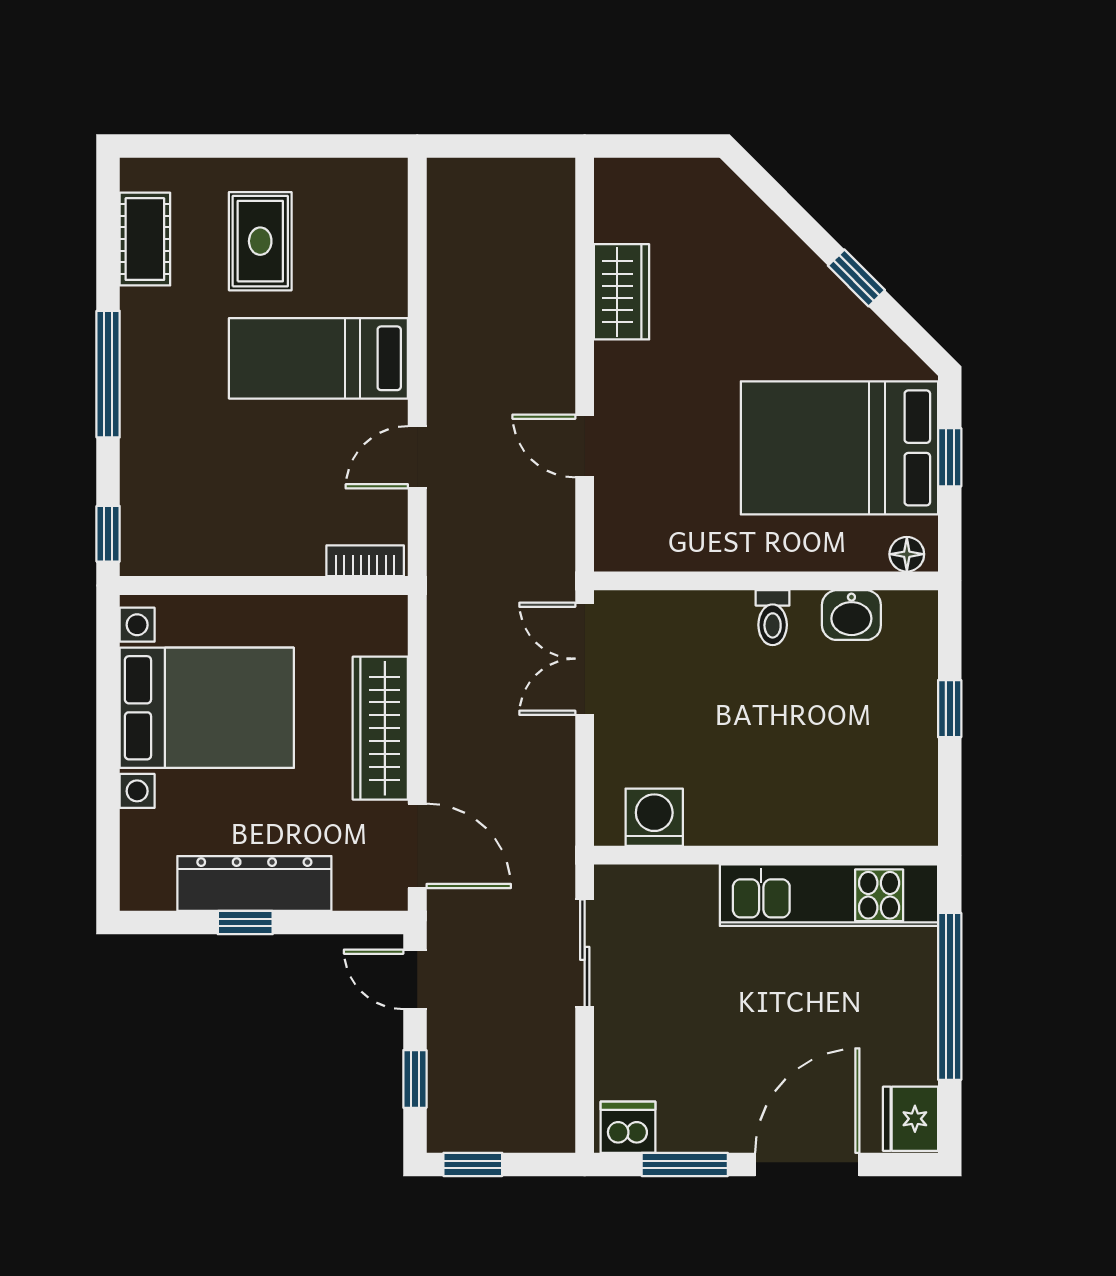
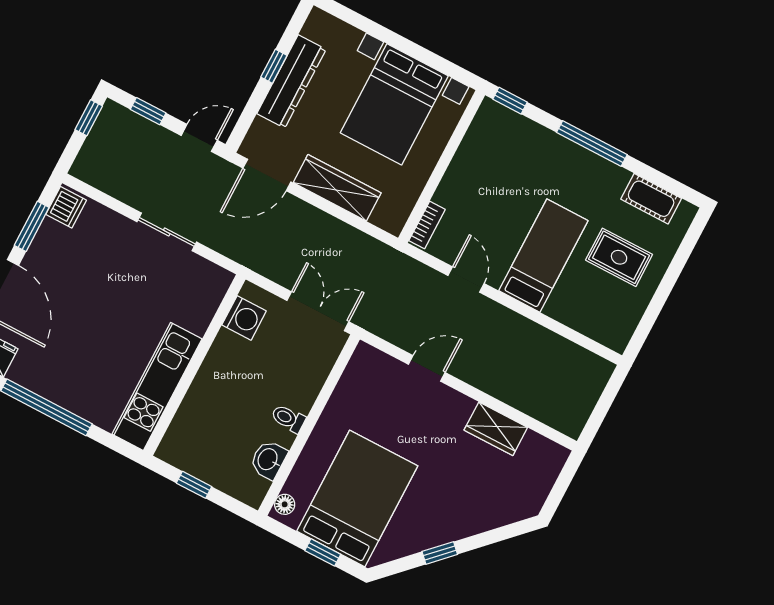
washing machine: (654, 817) -> (244, 318), moved
wall: (766, 855) -> (195, 365), moved
kitchen unit: (829, 895) -> (157, 386), moved

